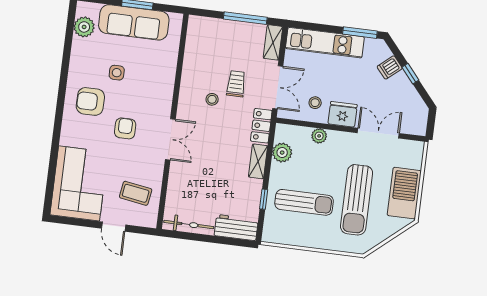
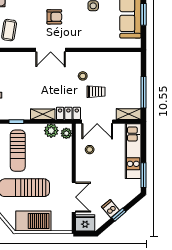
dishwasher: (390, 67) -> (111, 209), moved
fridge: (343, 114) -> (85, 223), moved, turned -90
plant: (319, 136) -> (66, 133), moved

